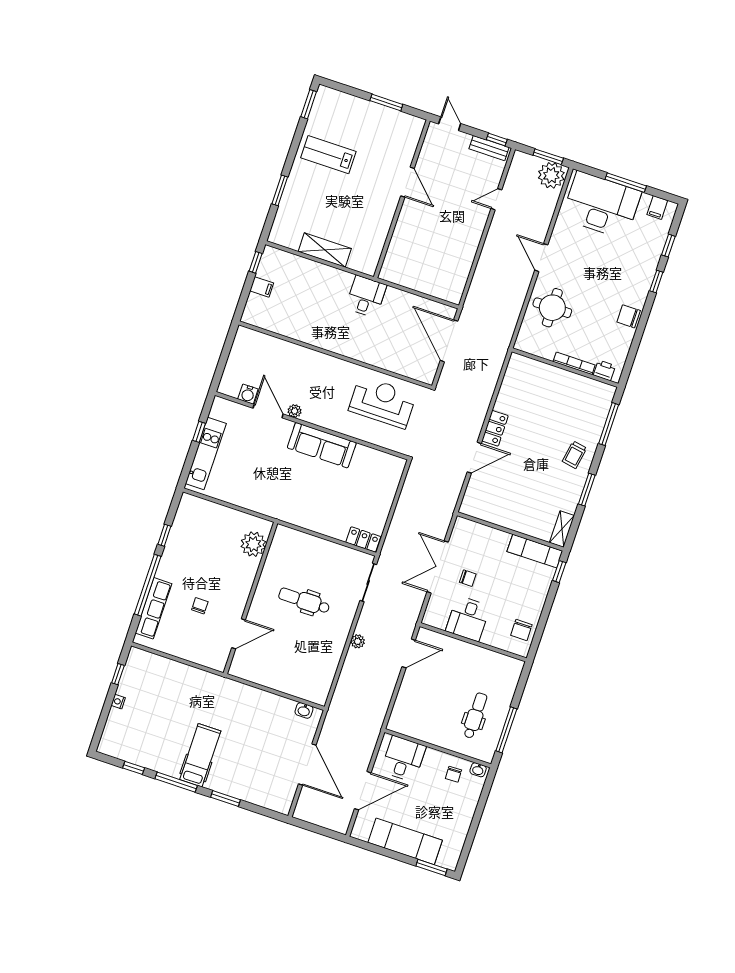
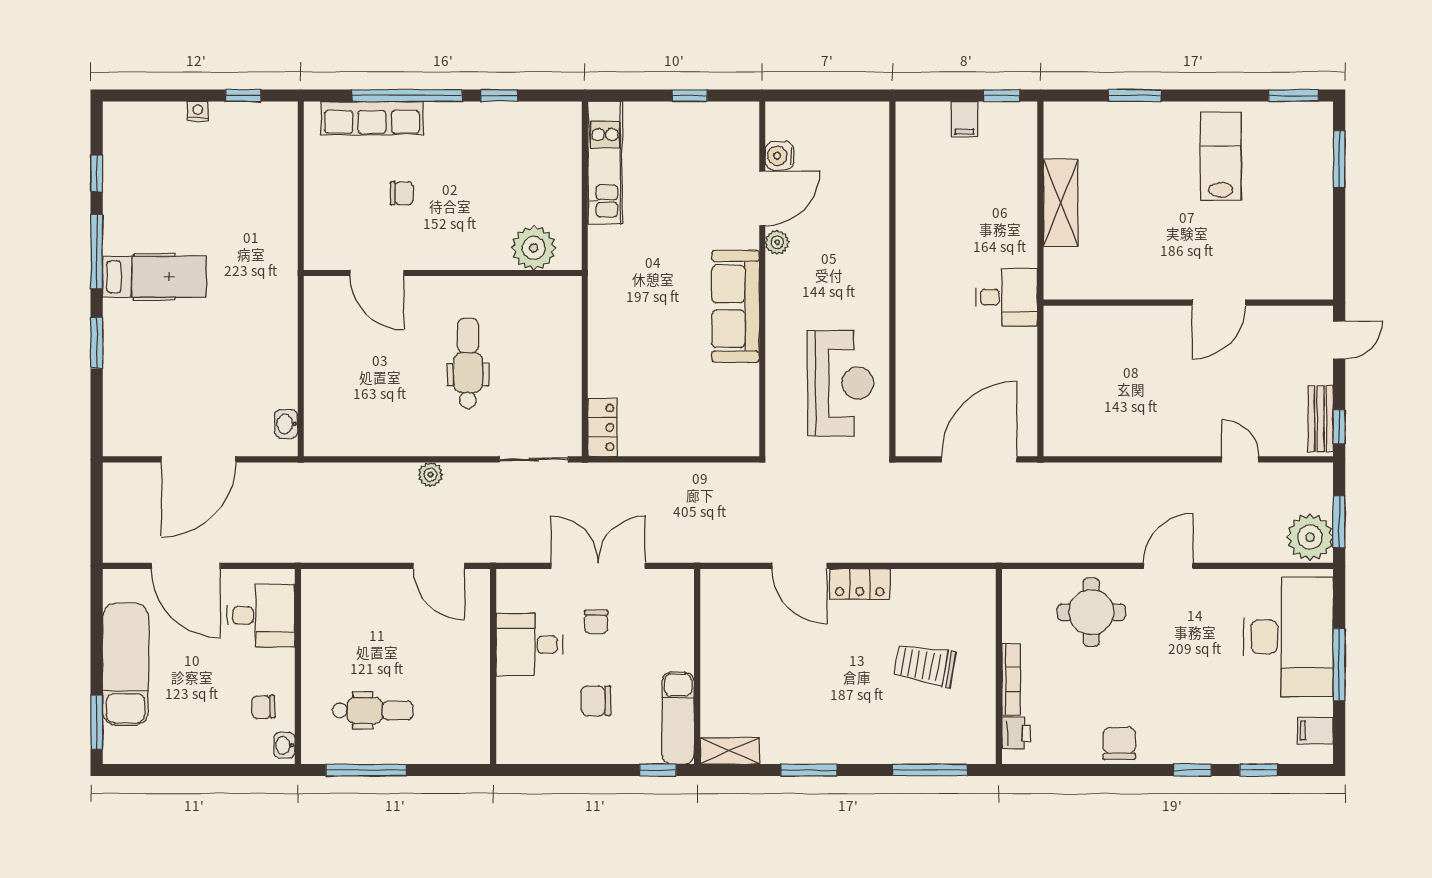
window: (386, 103) -> (1339, 159), moved
kitchen unit: (206, 453) -> (605, 163), moved, turned -90
trolley: (575, 455) -> (925, 665), moved, width x1.36, depth x1.39
chair: (521, 630) -> (596, 701), moved

